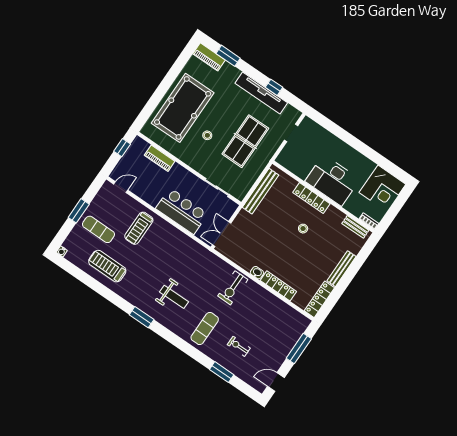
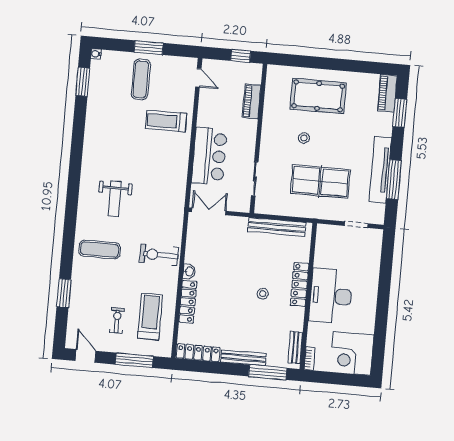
window: (274, 87) -> (394, 180), width x2.17
pool table: (183, 108) -> (318, 96), width x0.73, depth x0.76
window: (362, 257) -> (268, 372), added
treadmill: (107, 266) -> (150, 317), moved
window: (142, 317) -> (83, 82), moved
exercise bike: (239, 346) -> (117, 320), moved

